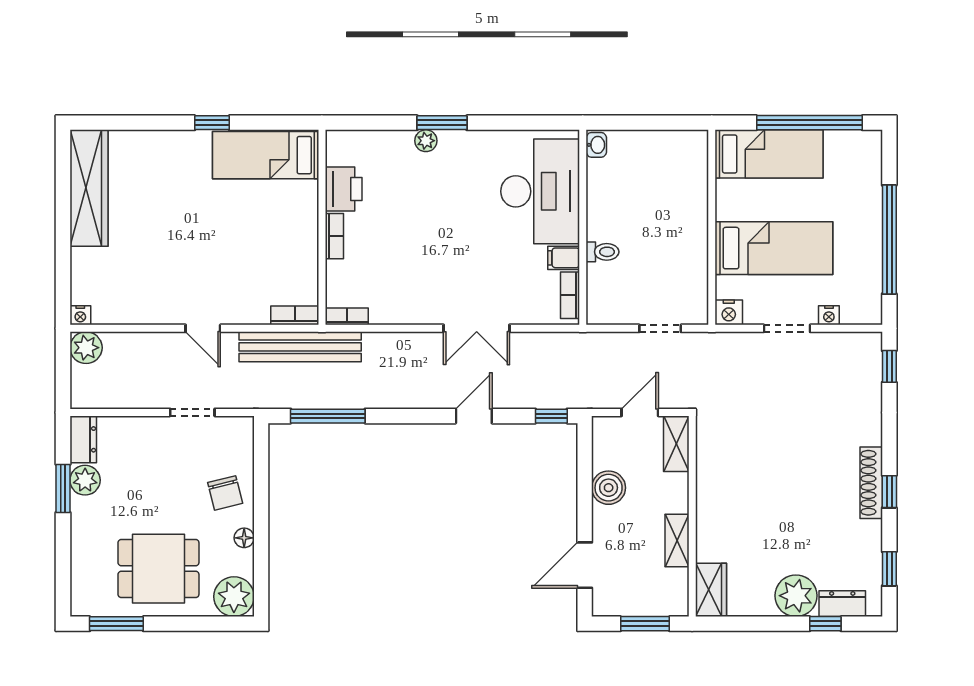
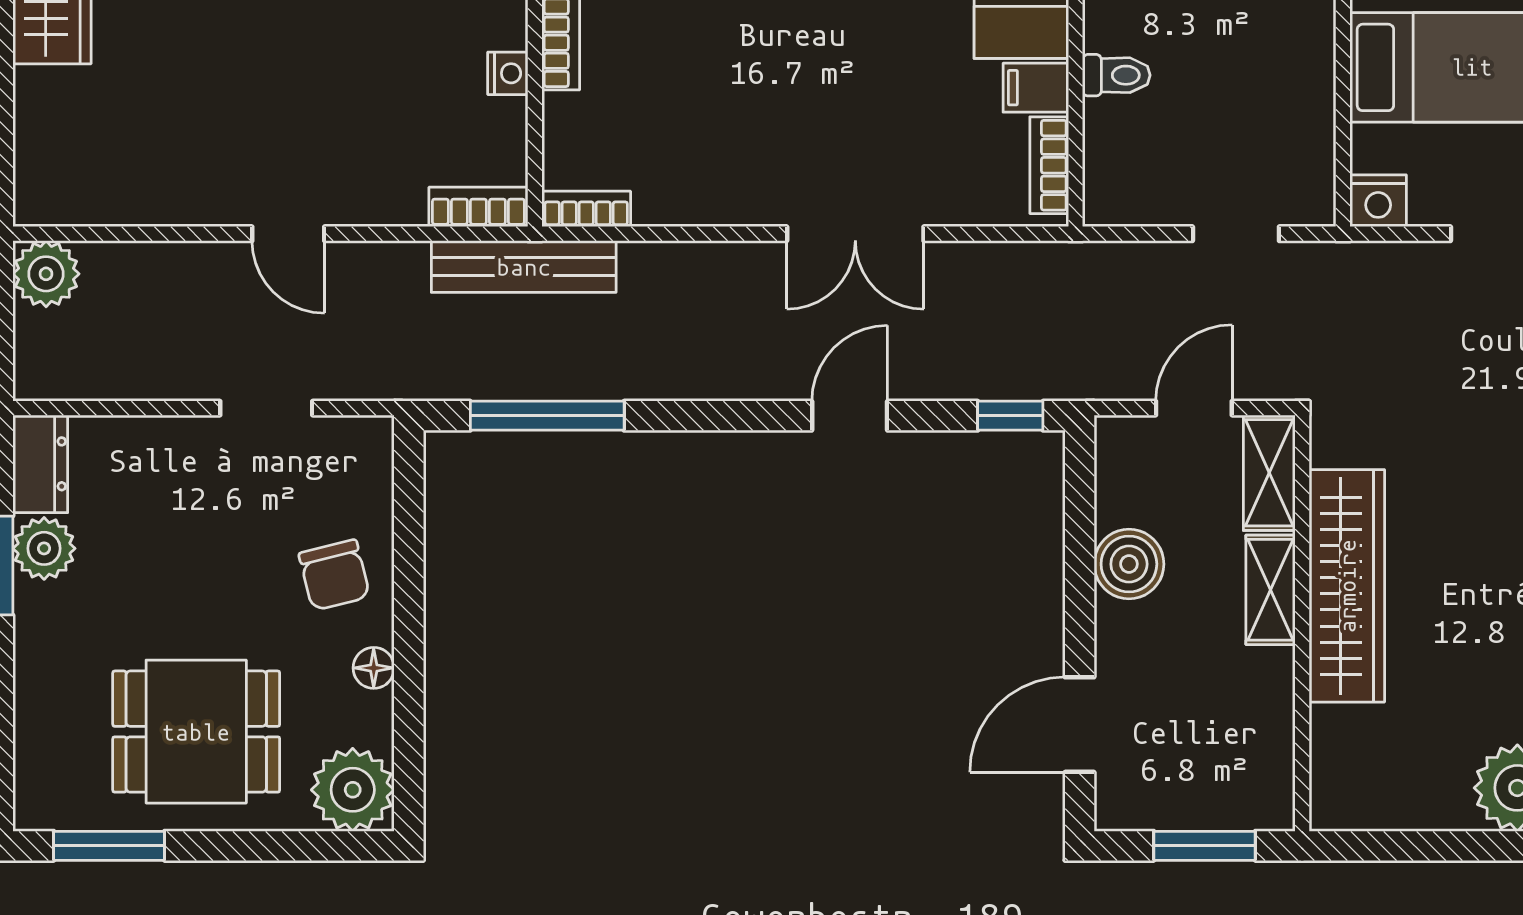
nightstand: (80, 315) -> (508, 73), moved, turned -90
bench: (300, 347) -> (524, 267), width x0.73, depth x0.82
shelving: (677, 541) -> (1271, 590), moved
wardrobe: (711, 590) -> (1347, 586), moved, width x2.10, depth x1.17

